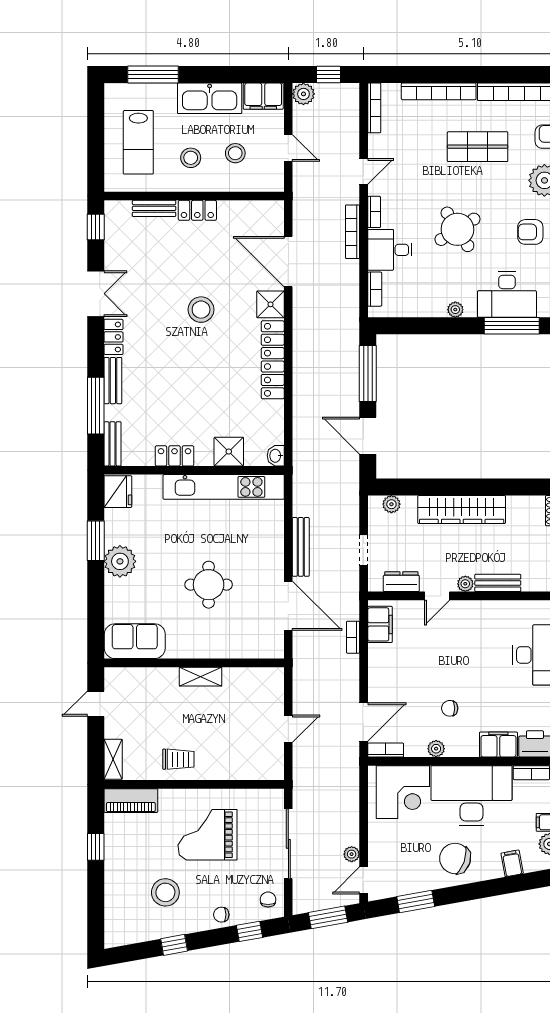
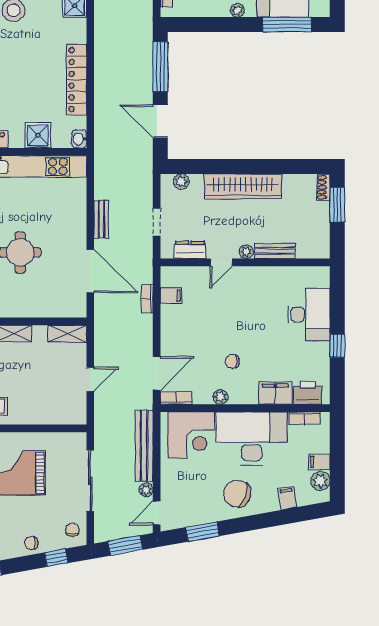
locker: (273, 360) -> (77, 80), moved
bench: (301, 547) -> (101, 219), width x0.73
filing cabinet: (380, 624) -> (171, 296), width x0.50
shelving: (262, 677) -> (67, 334), added
bench: (349, 804) -> (144, 446), added

